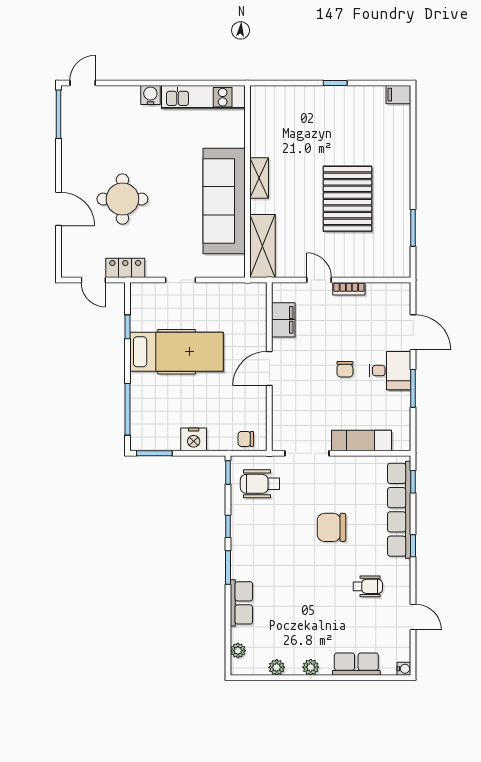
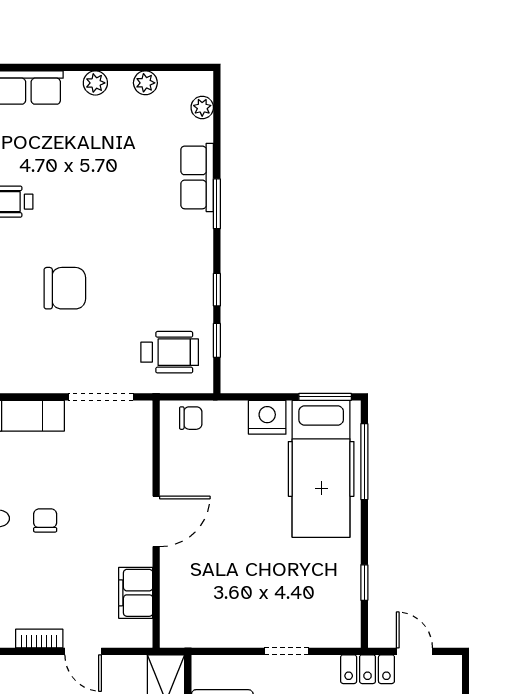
hospital bed: (176, 352) -> (321, 469), moved, turned -90
window: (228, 472) -> (217, 340), moved
window: (228, 567) -> (217, 204), moved

